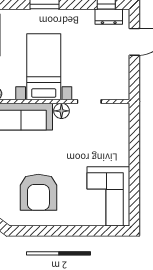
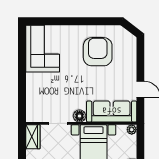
wardrobe: (121, 85) -> (33, 137), added

